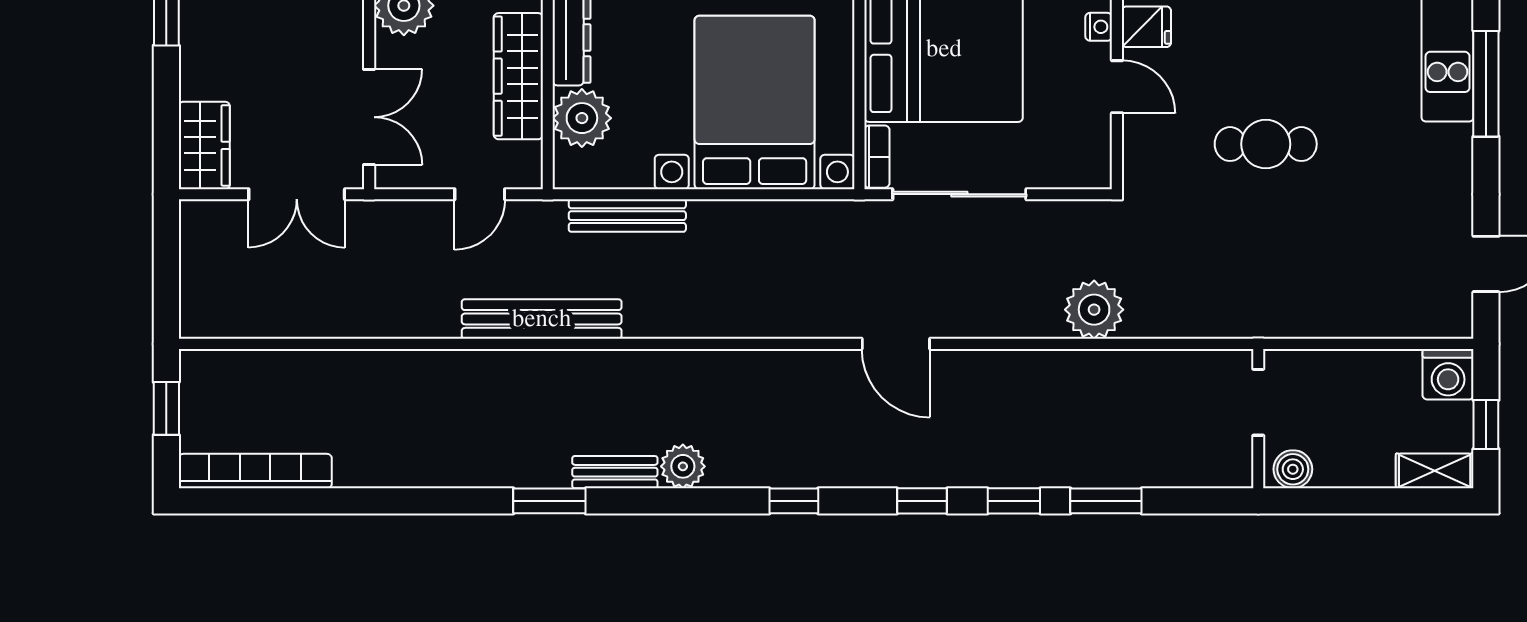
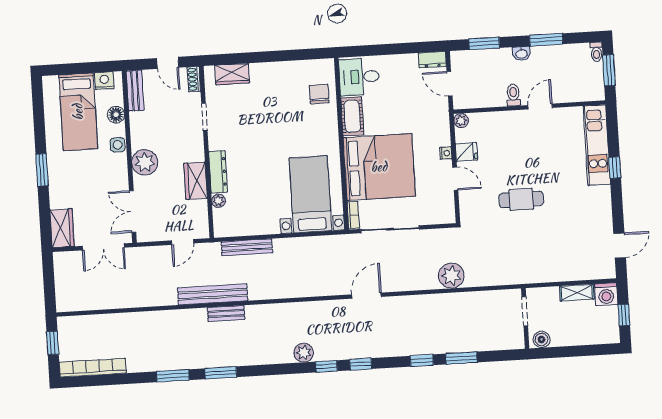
wardrobe: (518, 76) -> (196, 181), width x0.67
window: (1486, 84) -> (615, 168), width x0.46
bed with nightstands: (755, 102) -> (310, 194), width x0.73
double door: (369, 117) -> (133, 211), swing flipped
plant: (582, 118) -> (218, 201), width x0.53, depth x0.53
door: (896, 344) -> (366, 296), swing flipped
plant: (683, 466) -> (304, 353), moved
shelving: (1435, 471) -> (577, 293), moved
bench: (615, 472) -> (226, 313), moved
window: (439, 501) -> (173, 376), added
window: (922, 501) -> (361, 364), moved

